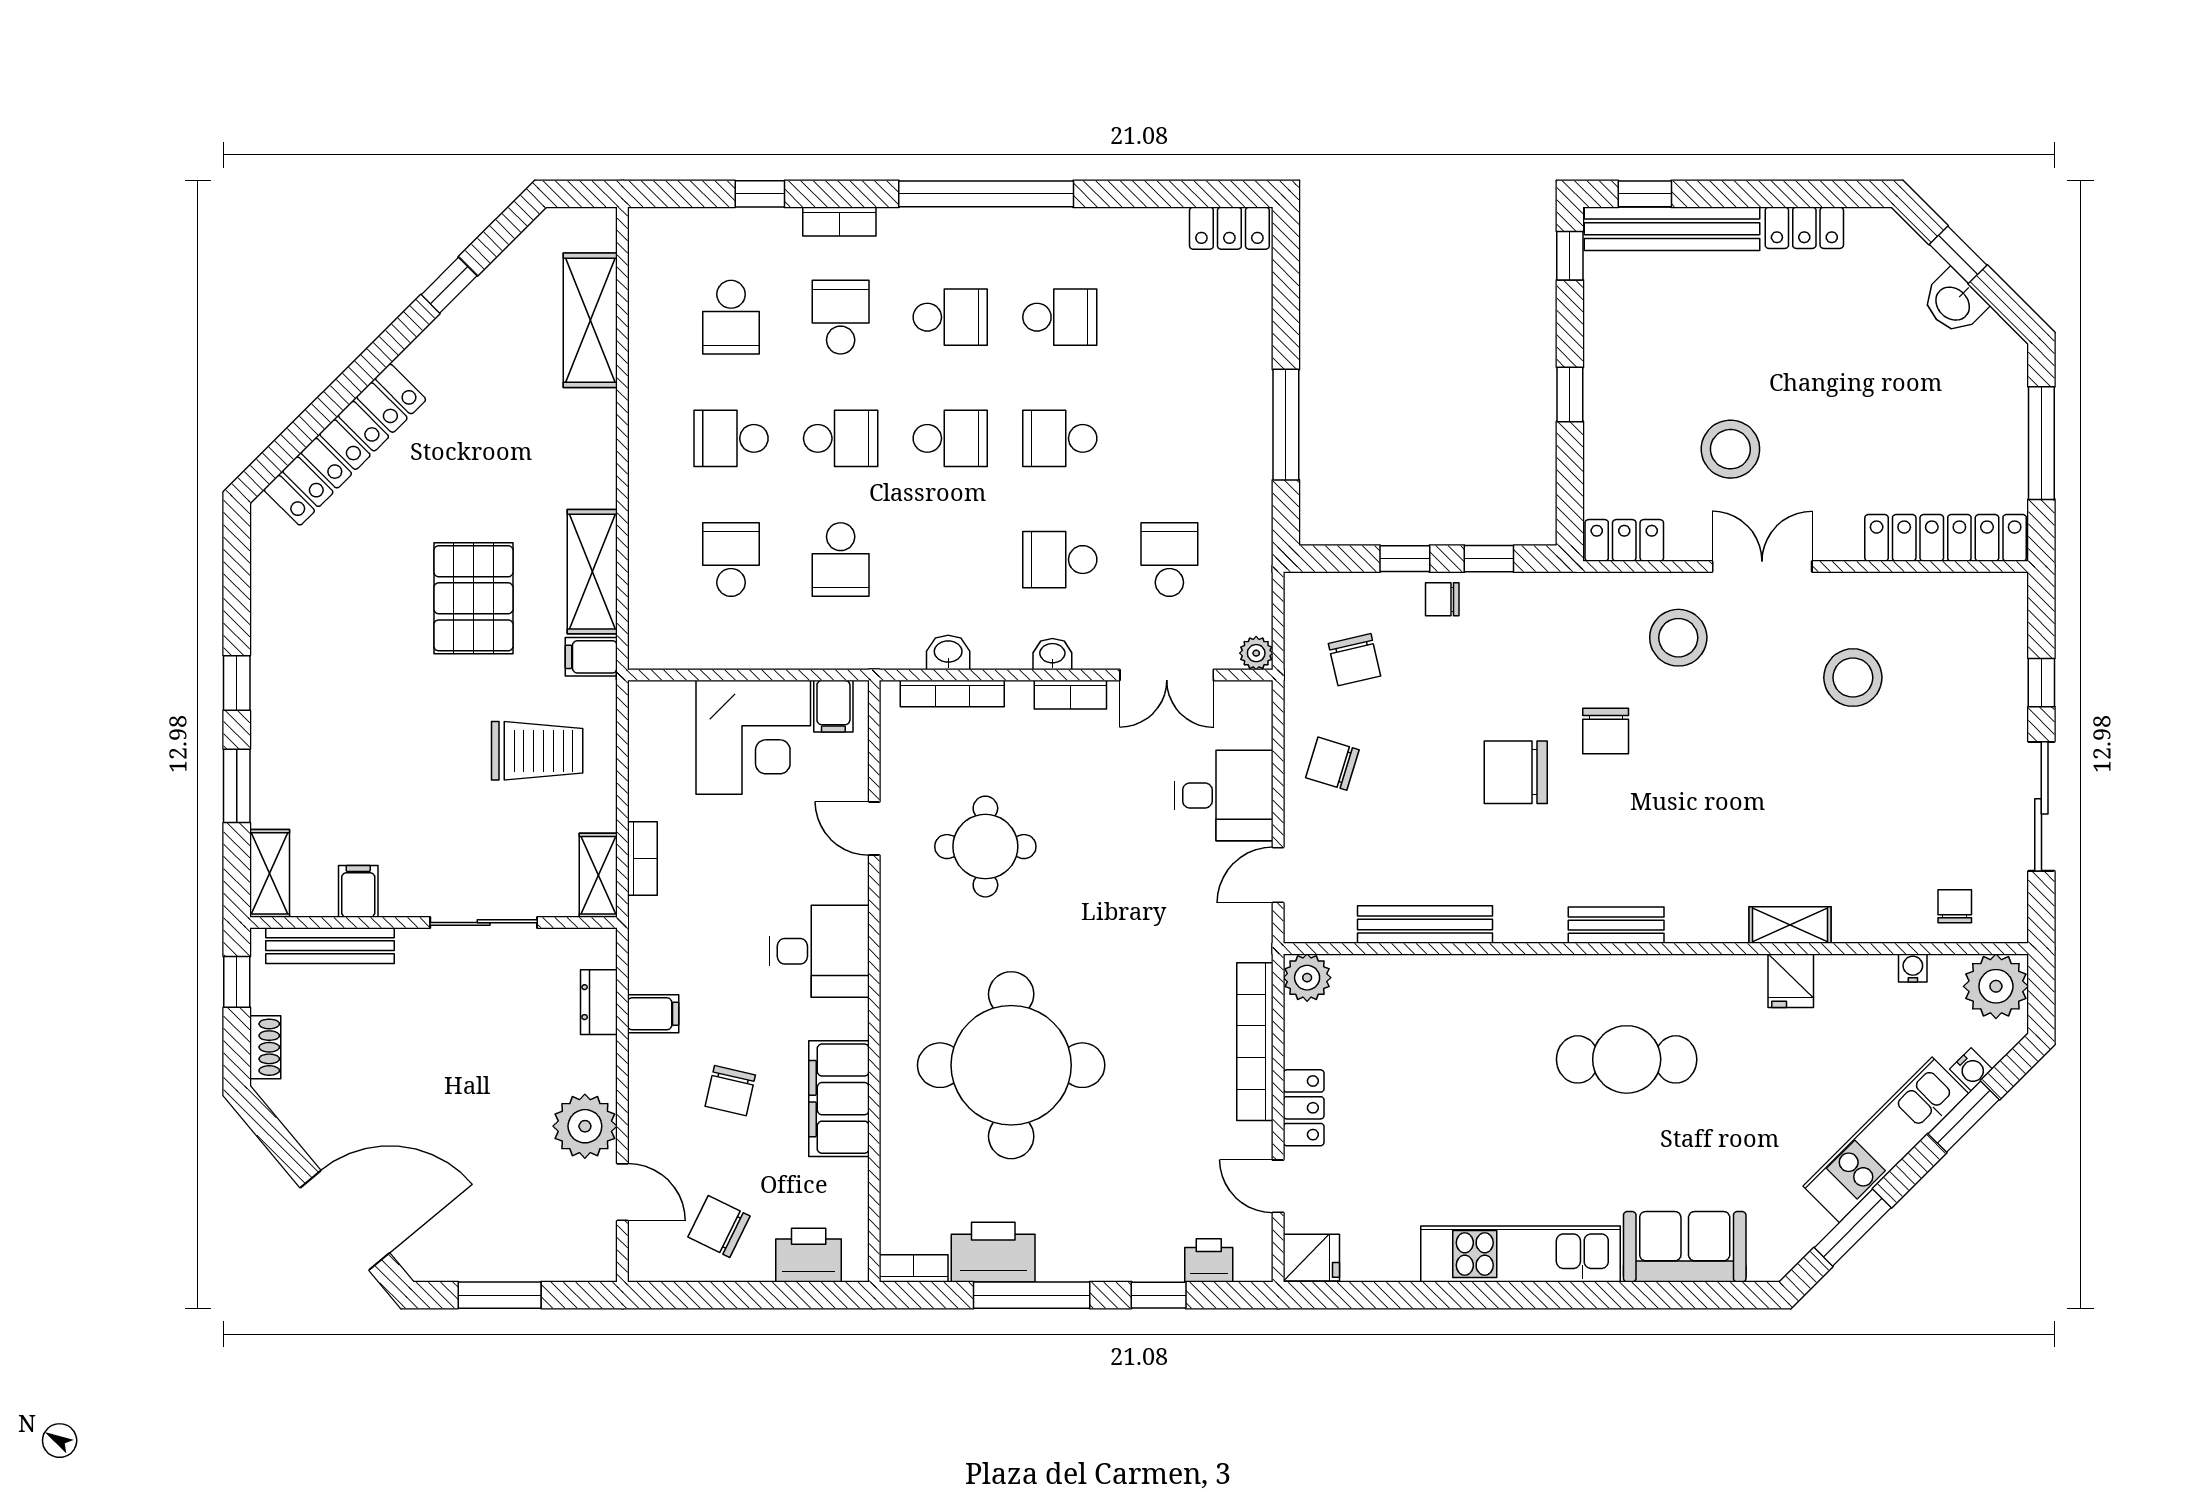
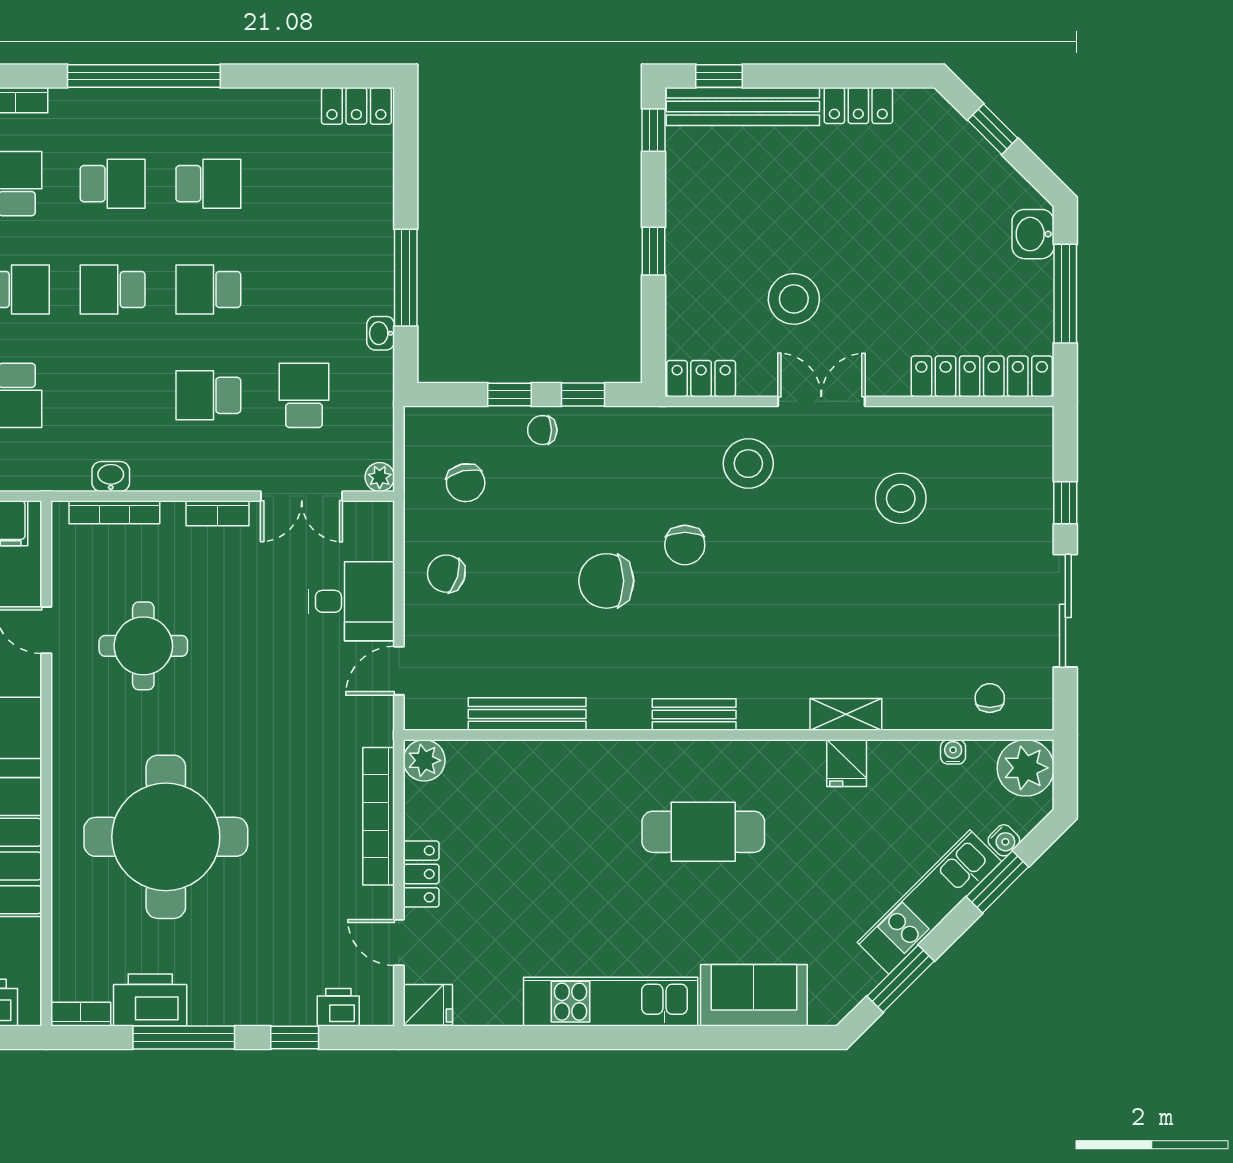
washbasin: (1954, 303) -> (1033, 234), moved, turned 45
school desk: (950, 438) -> (113, 290), turned 180
washbasin: (1052, 654) -> (381, 333), moved, turned -90

